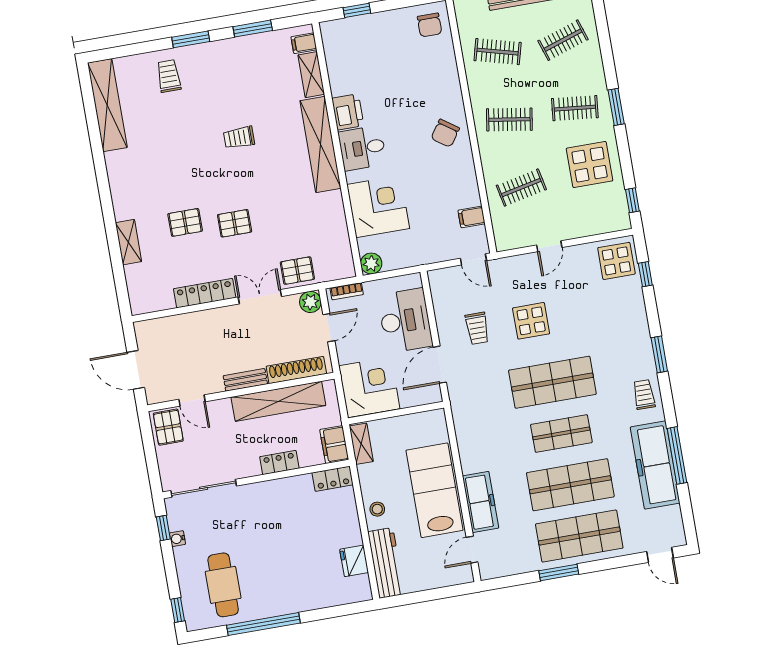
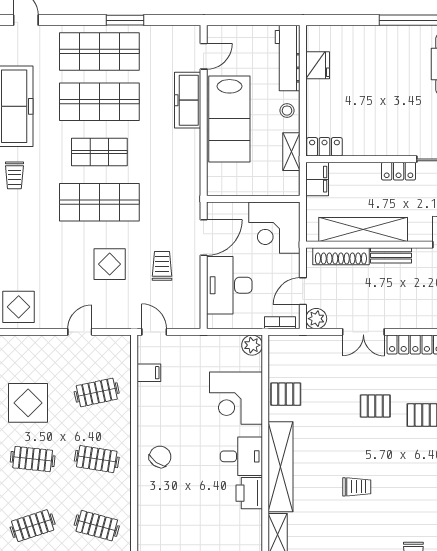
pallet: (297, 271) -> (286, 394), moved
shelving: (361, 444) -> (291, 152), moved
locker: (279, 462) -> (399, 171), moved

